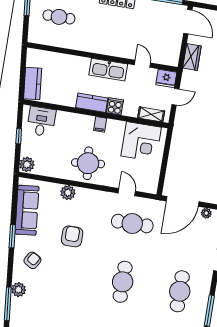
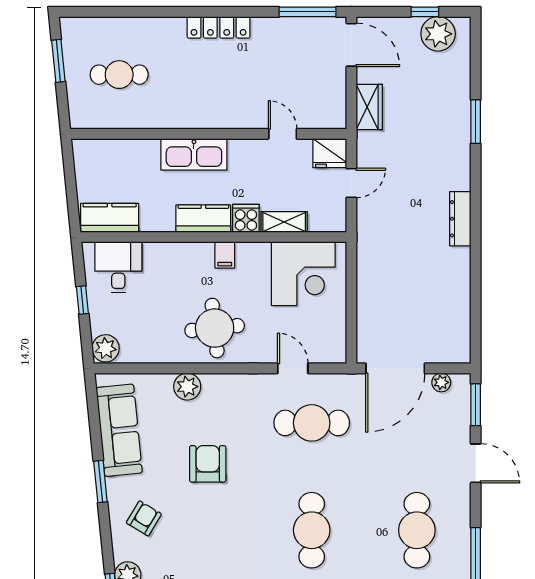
kitchen sink: (108, 70) -> (194, 154), moved
kitchen counter: (33, 83) -> (110, 218), moved, turned -84
shelving: (151, 114) -> (284, 222), moved

